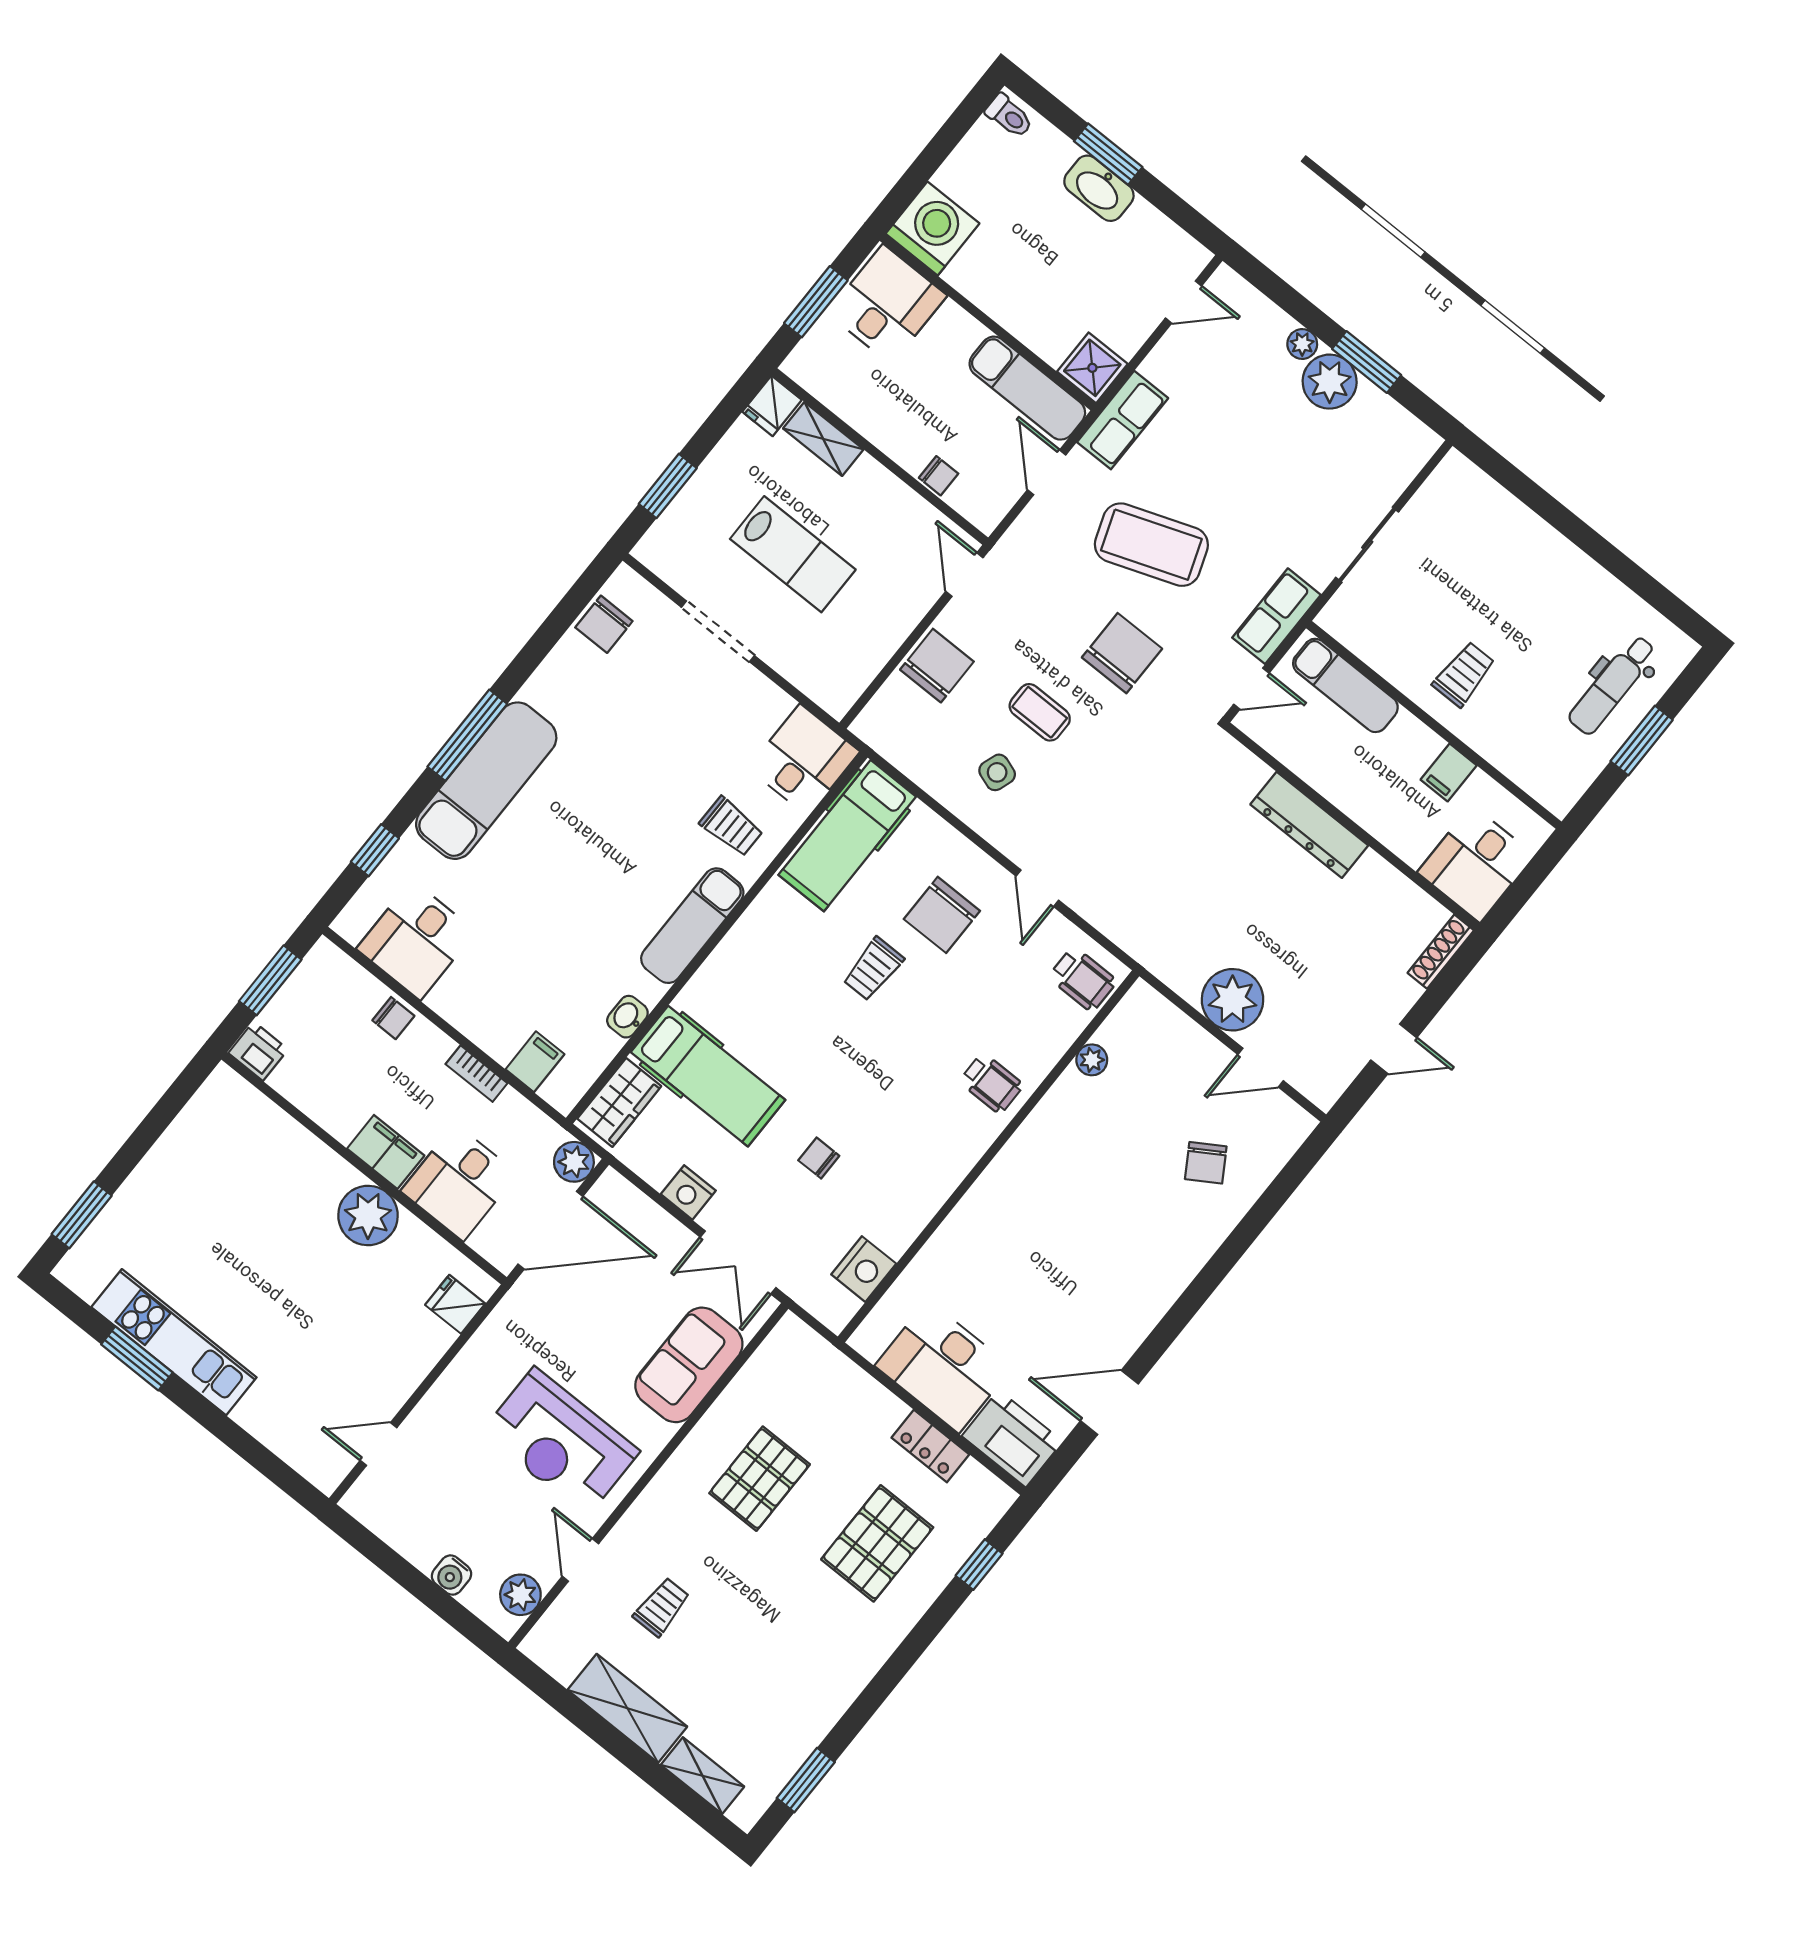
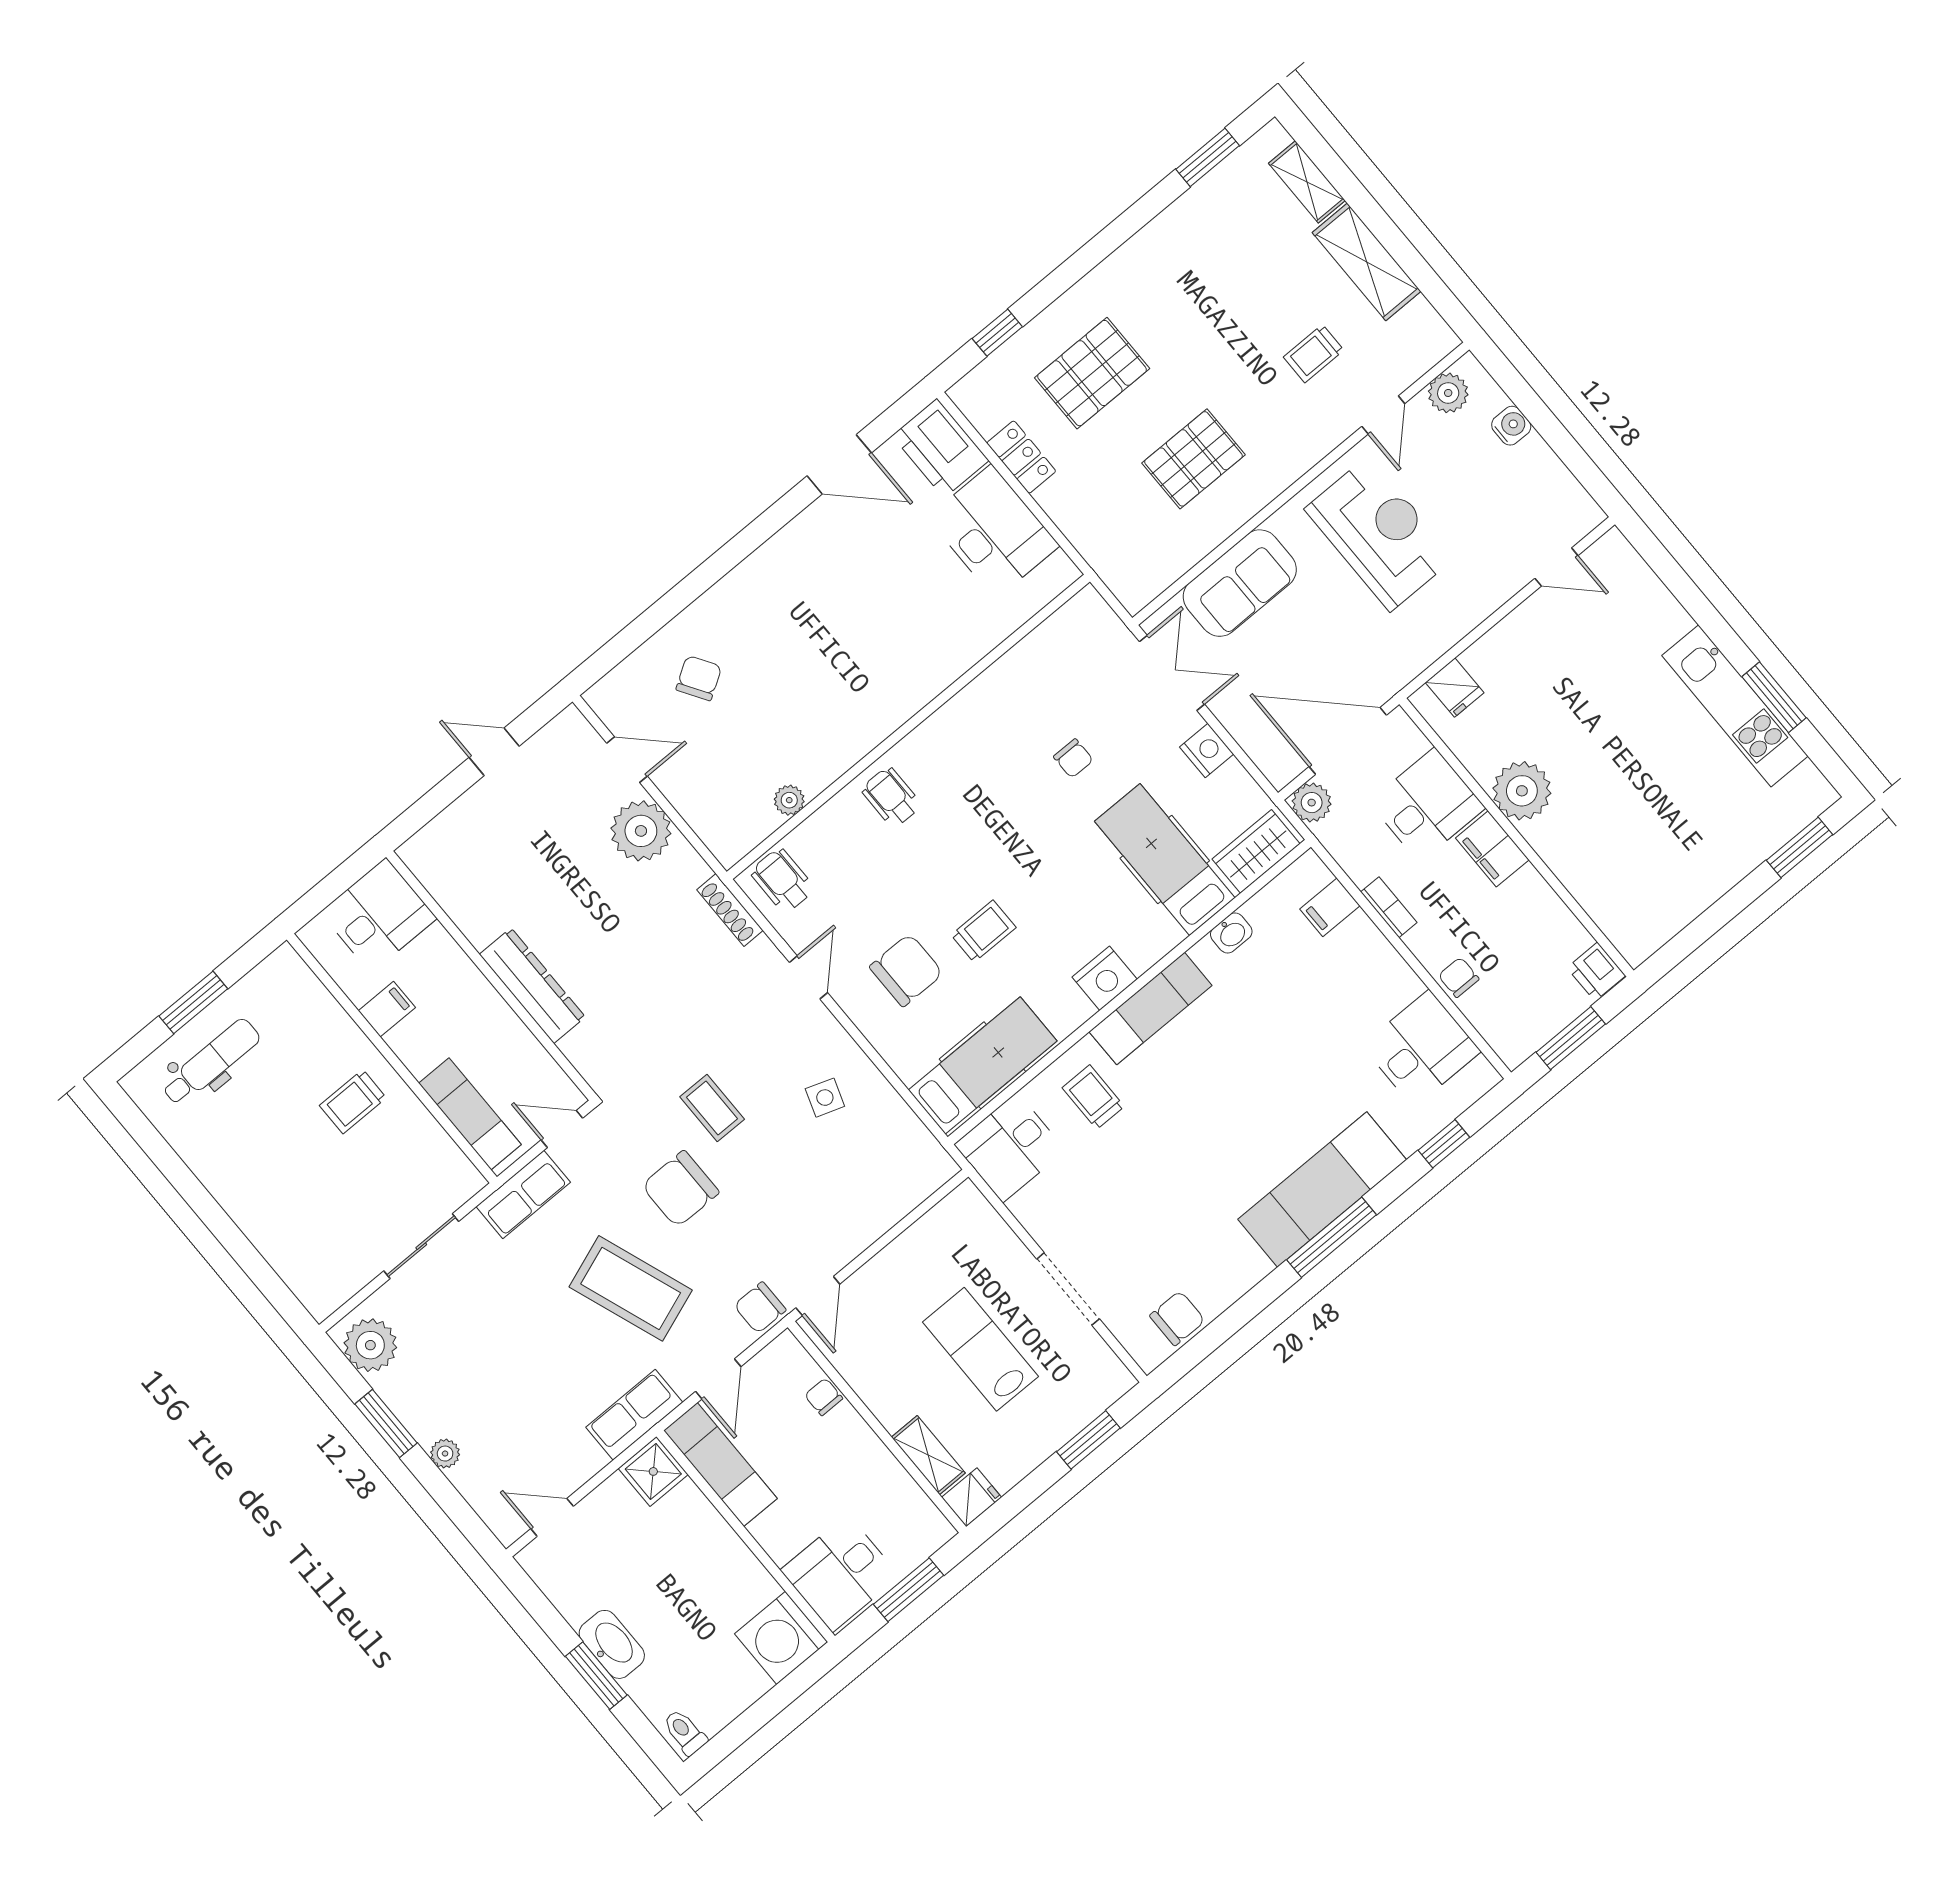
plant: (1330, 382) -> (370, 1345), moved
chair: (937, 666) -> (760, 1308), moved, width x0.73, depth x0.73
coffee table: (1040, 712) -> (712, 1108), moved
shoe rack: (1441, 952) -> (730, 910), moved, turned 90
nightstand: (864, 1269) -> (1105, 978), moved, turned 180

